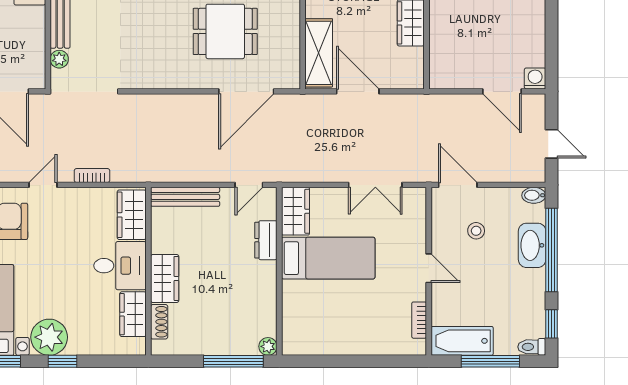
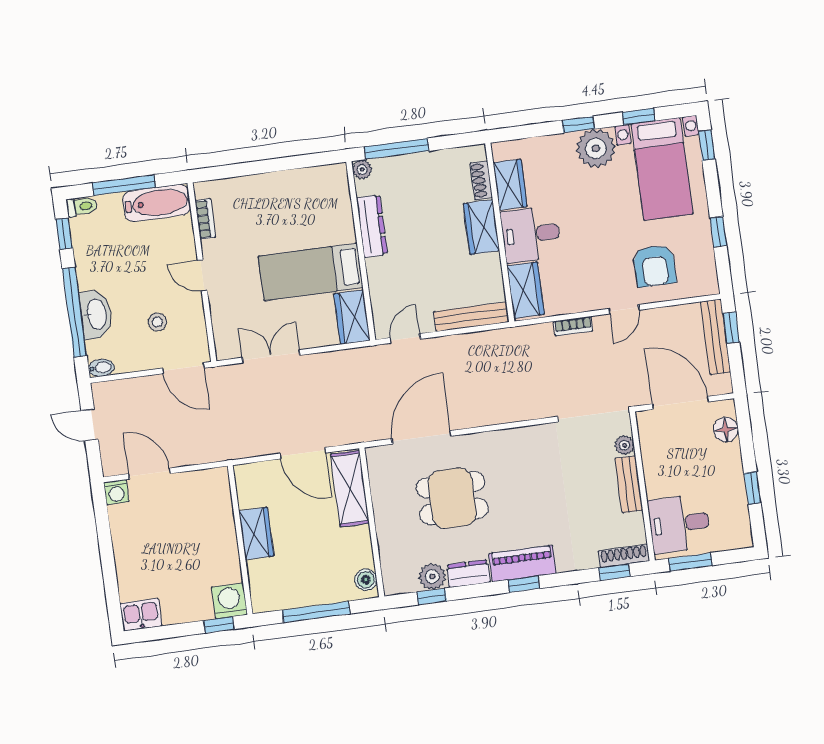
dresser: (266, 240) -> (372, 226), moved, width x1.44

